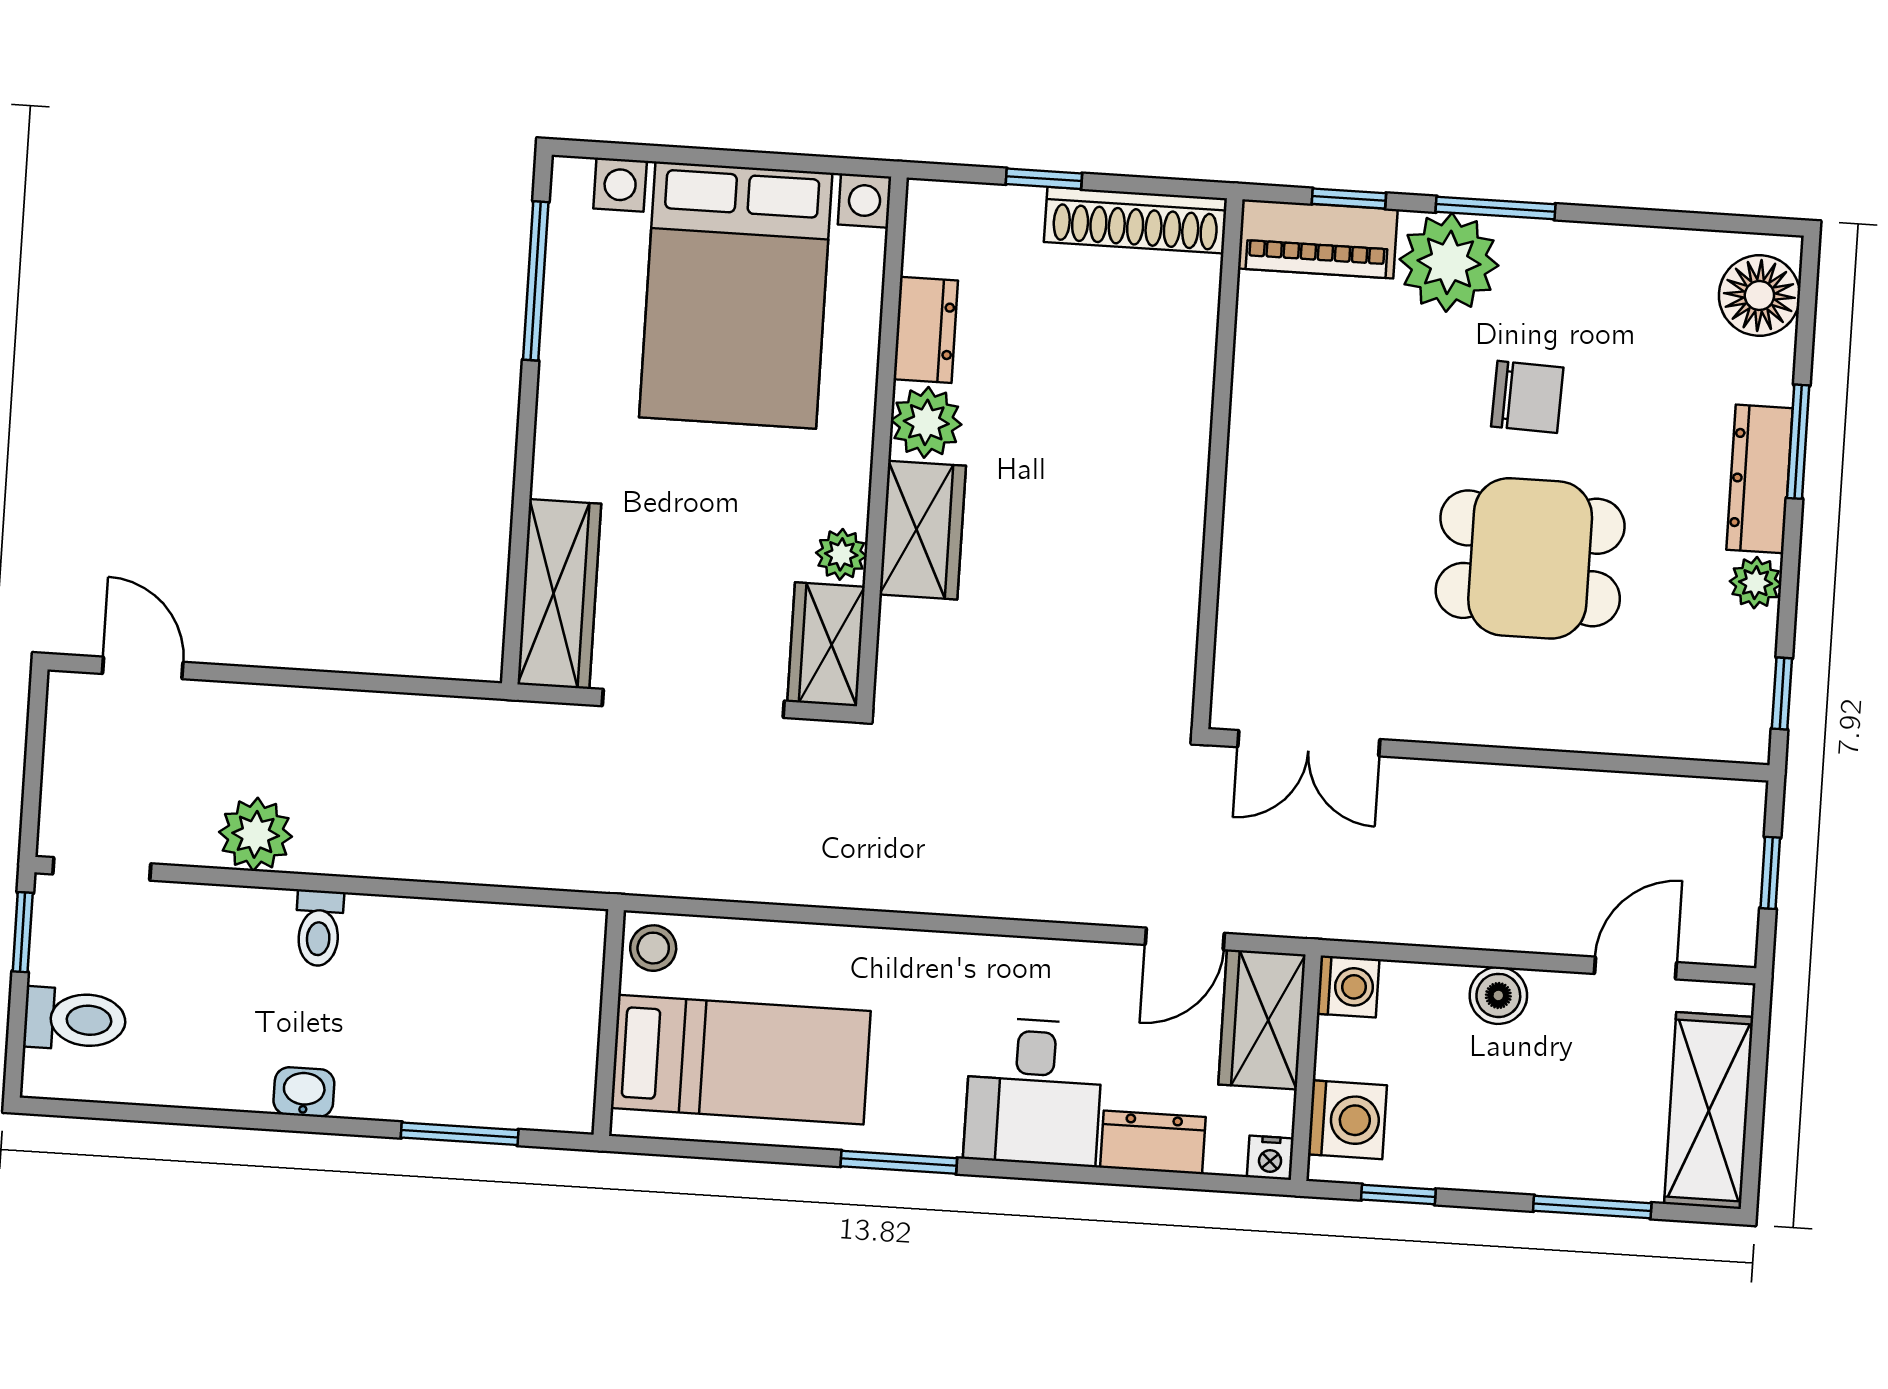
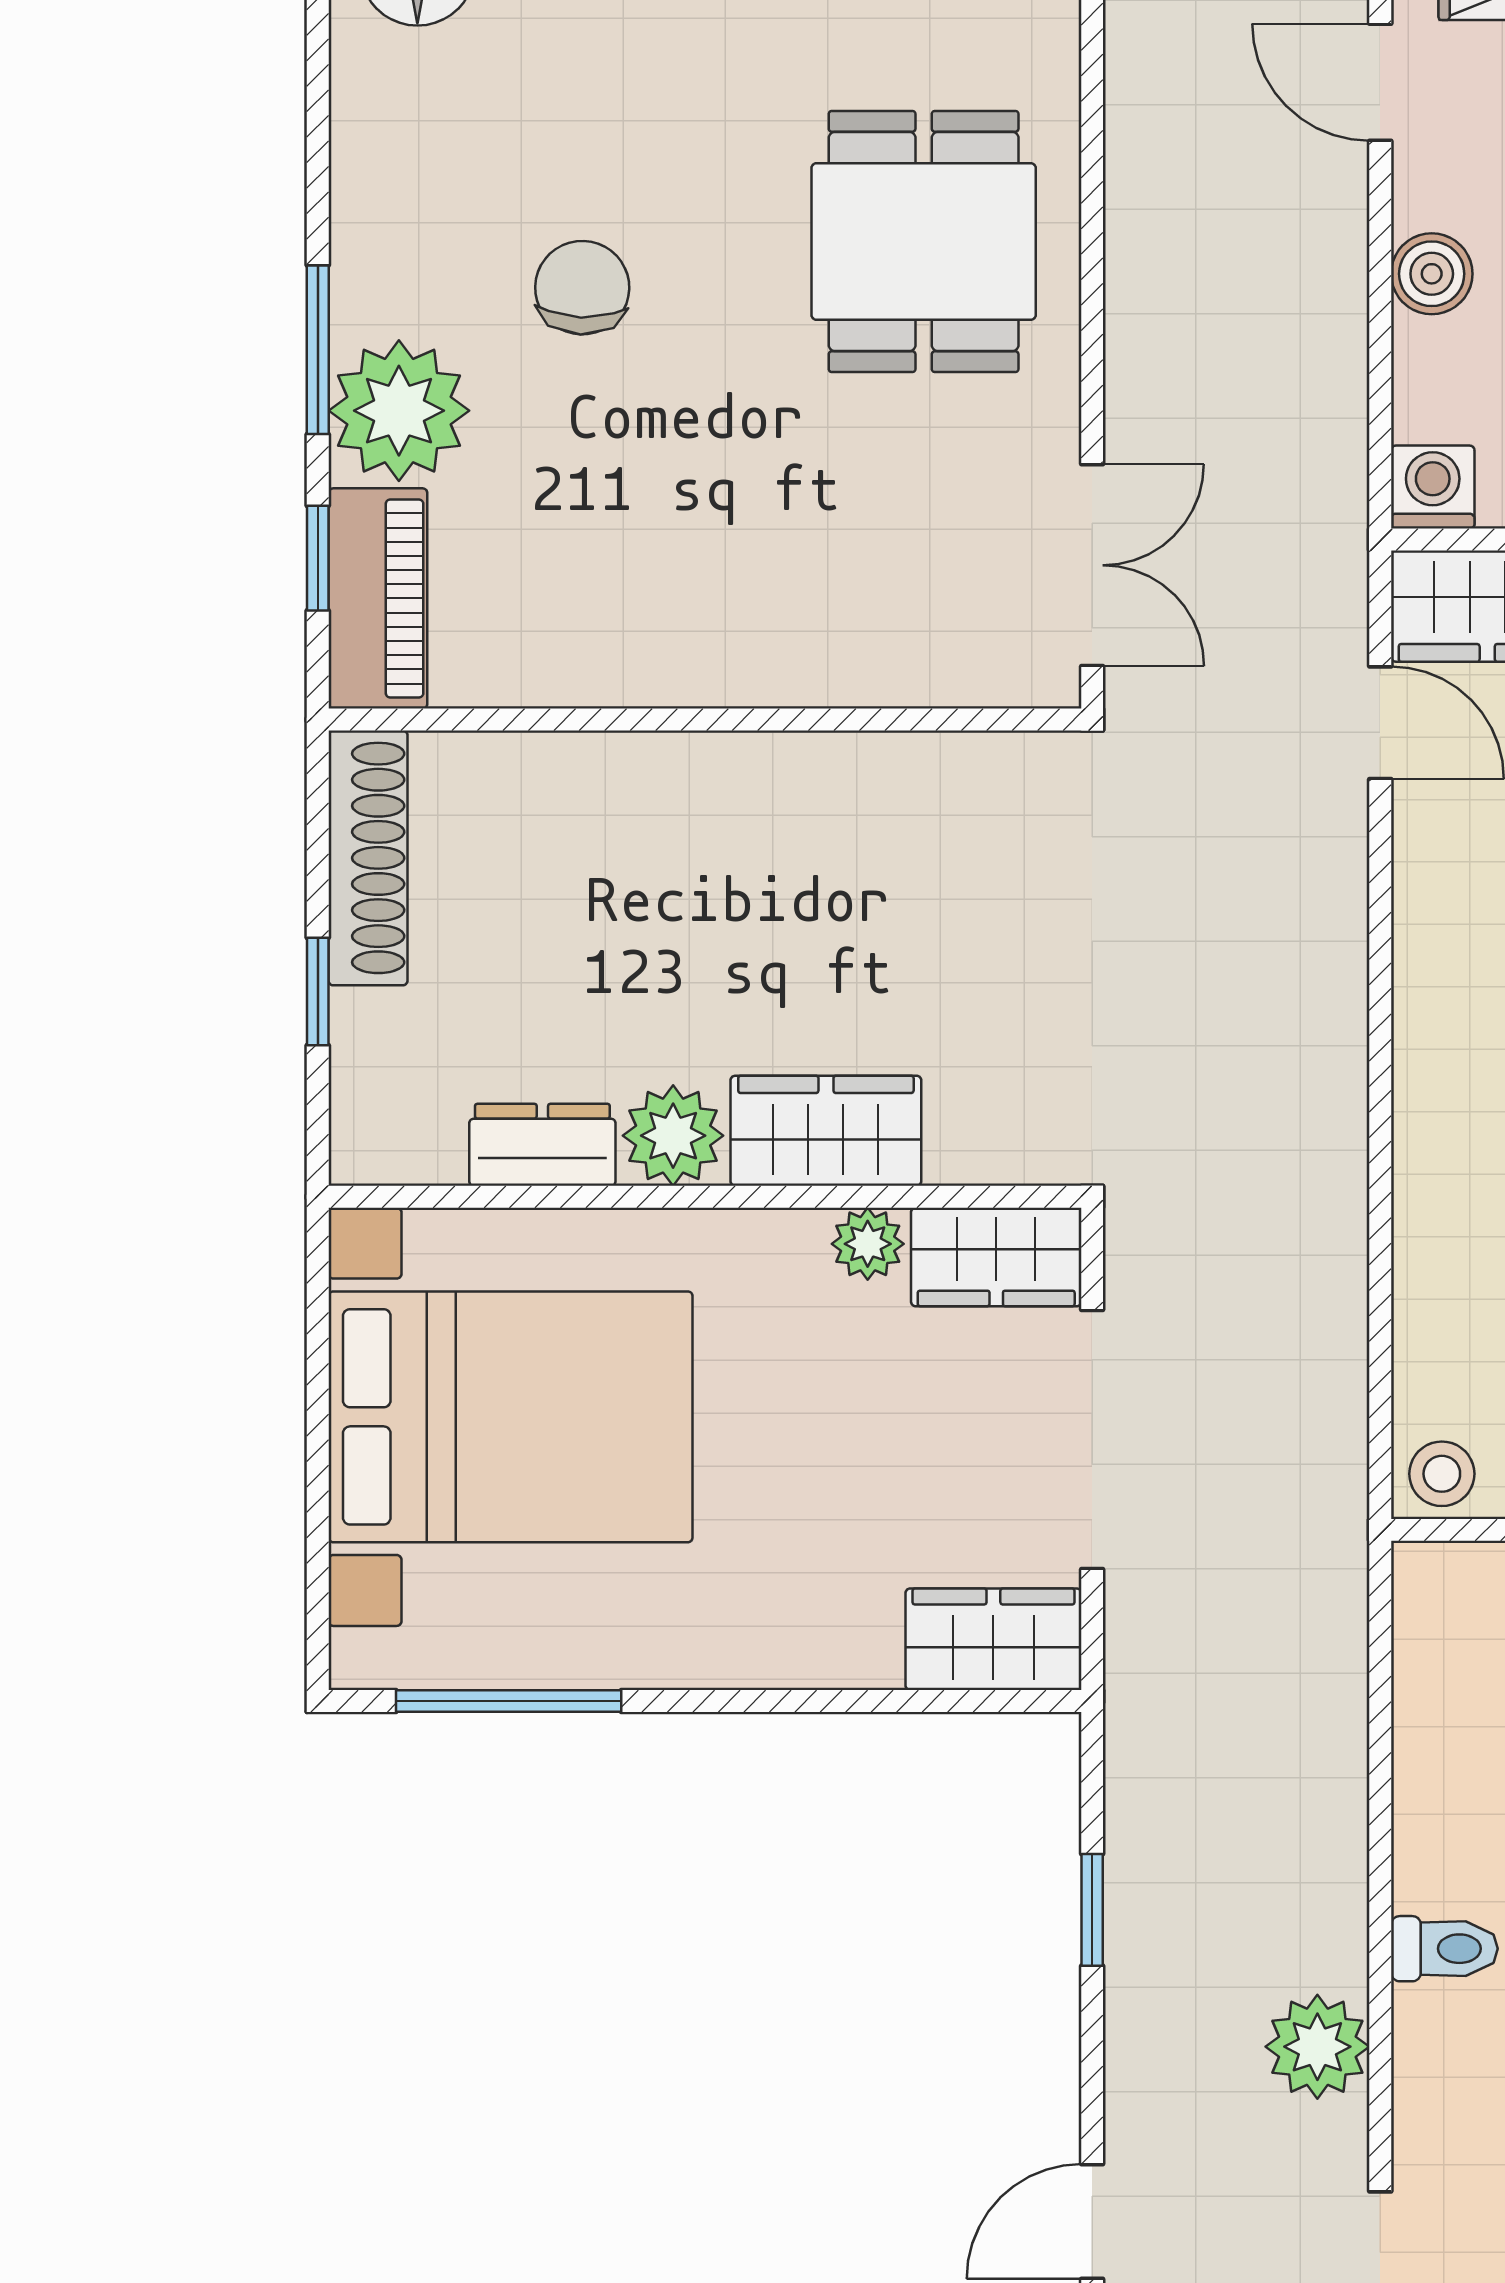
dining table: (1530, 558) -> (924, 242), moved
wardrobe: (559, 594) -> (993, 1639), width x0.67
window: (362, 682) -> (1092, 1910), added

